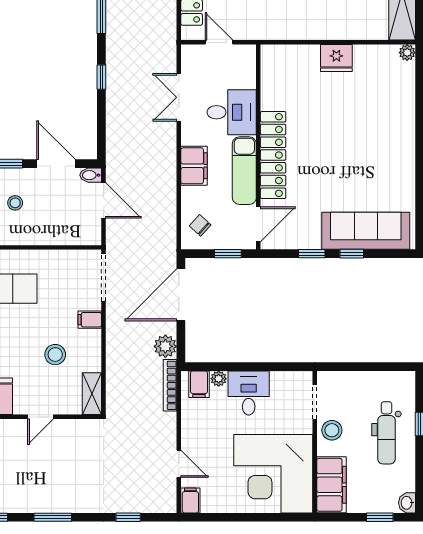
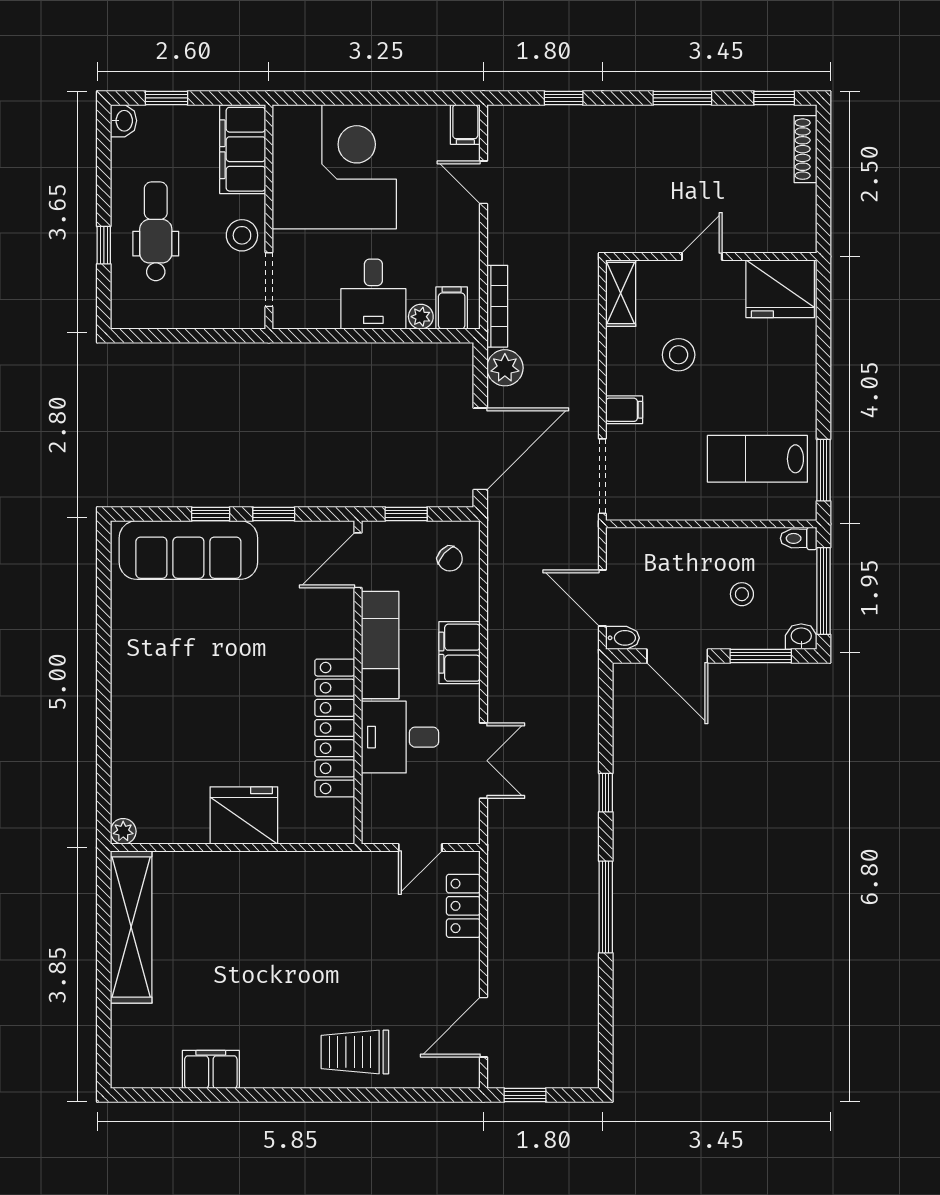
door: (219, 42) -> (420, 847), hinge flipped
fridge: (336, 58) -> (244, 815), width x1.36, depth x1.34
locker: (273, 155) -> (335, 728), moved

